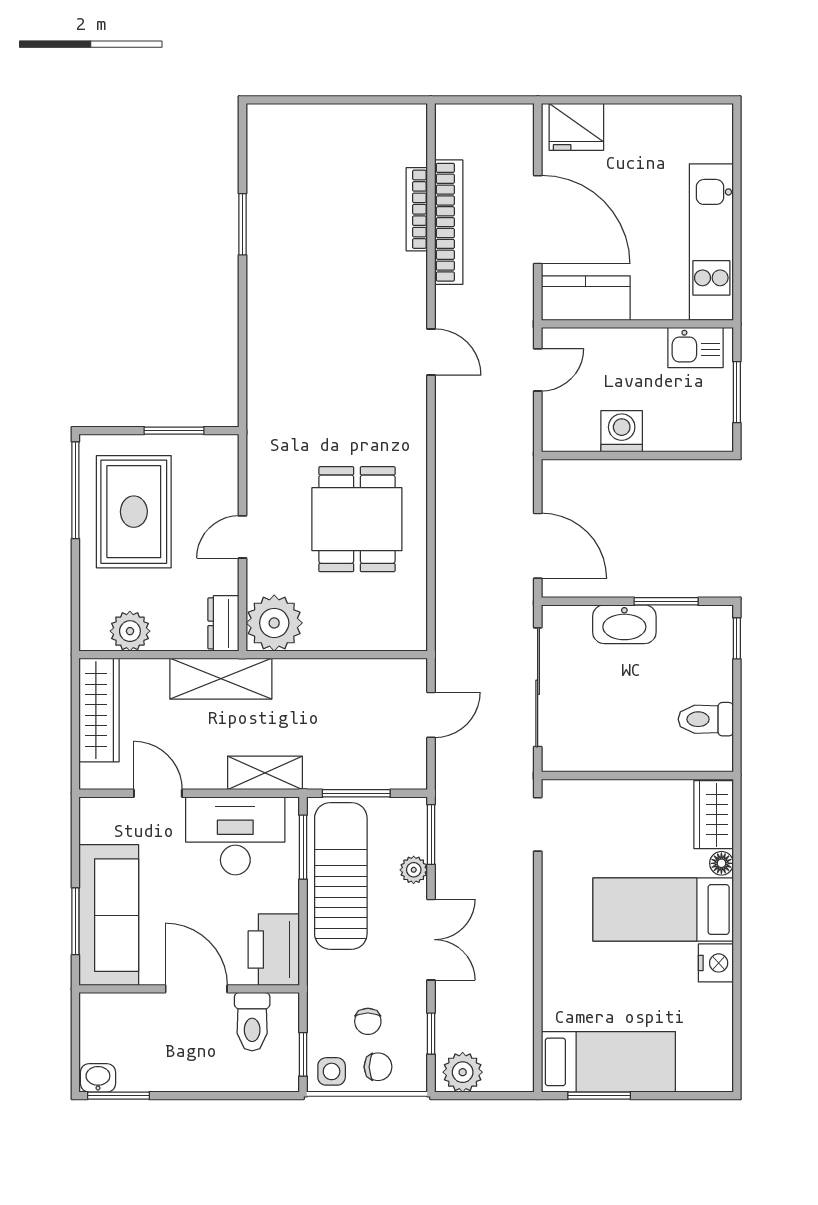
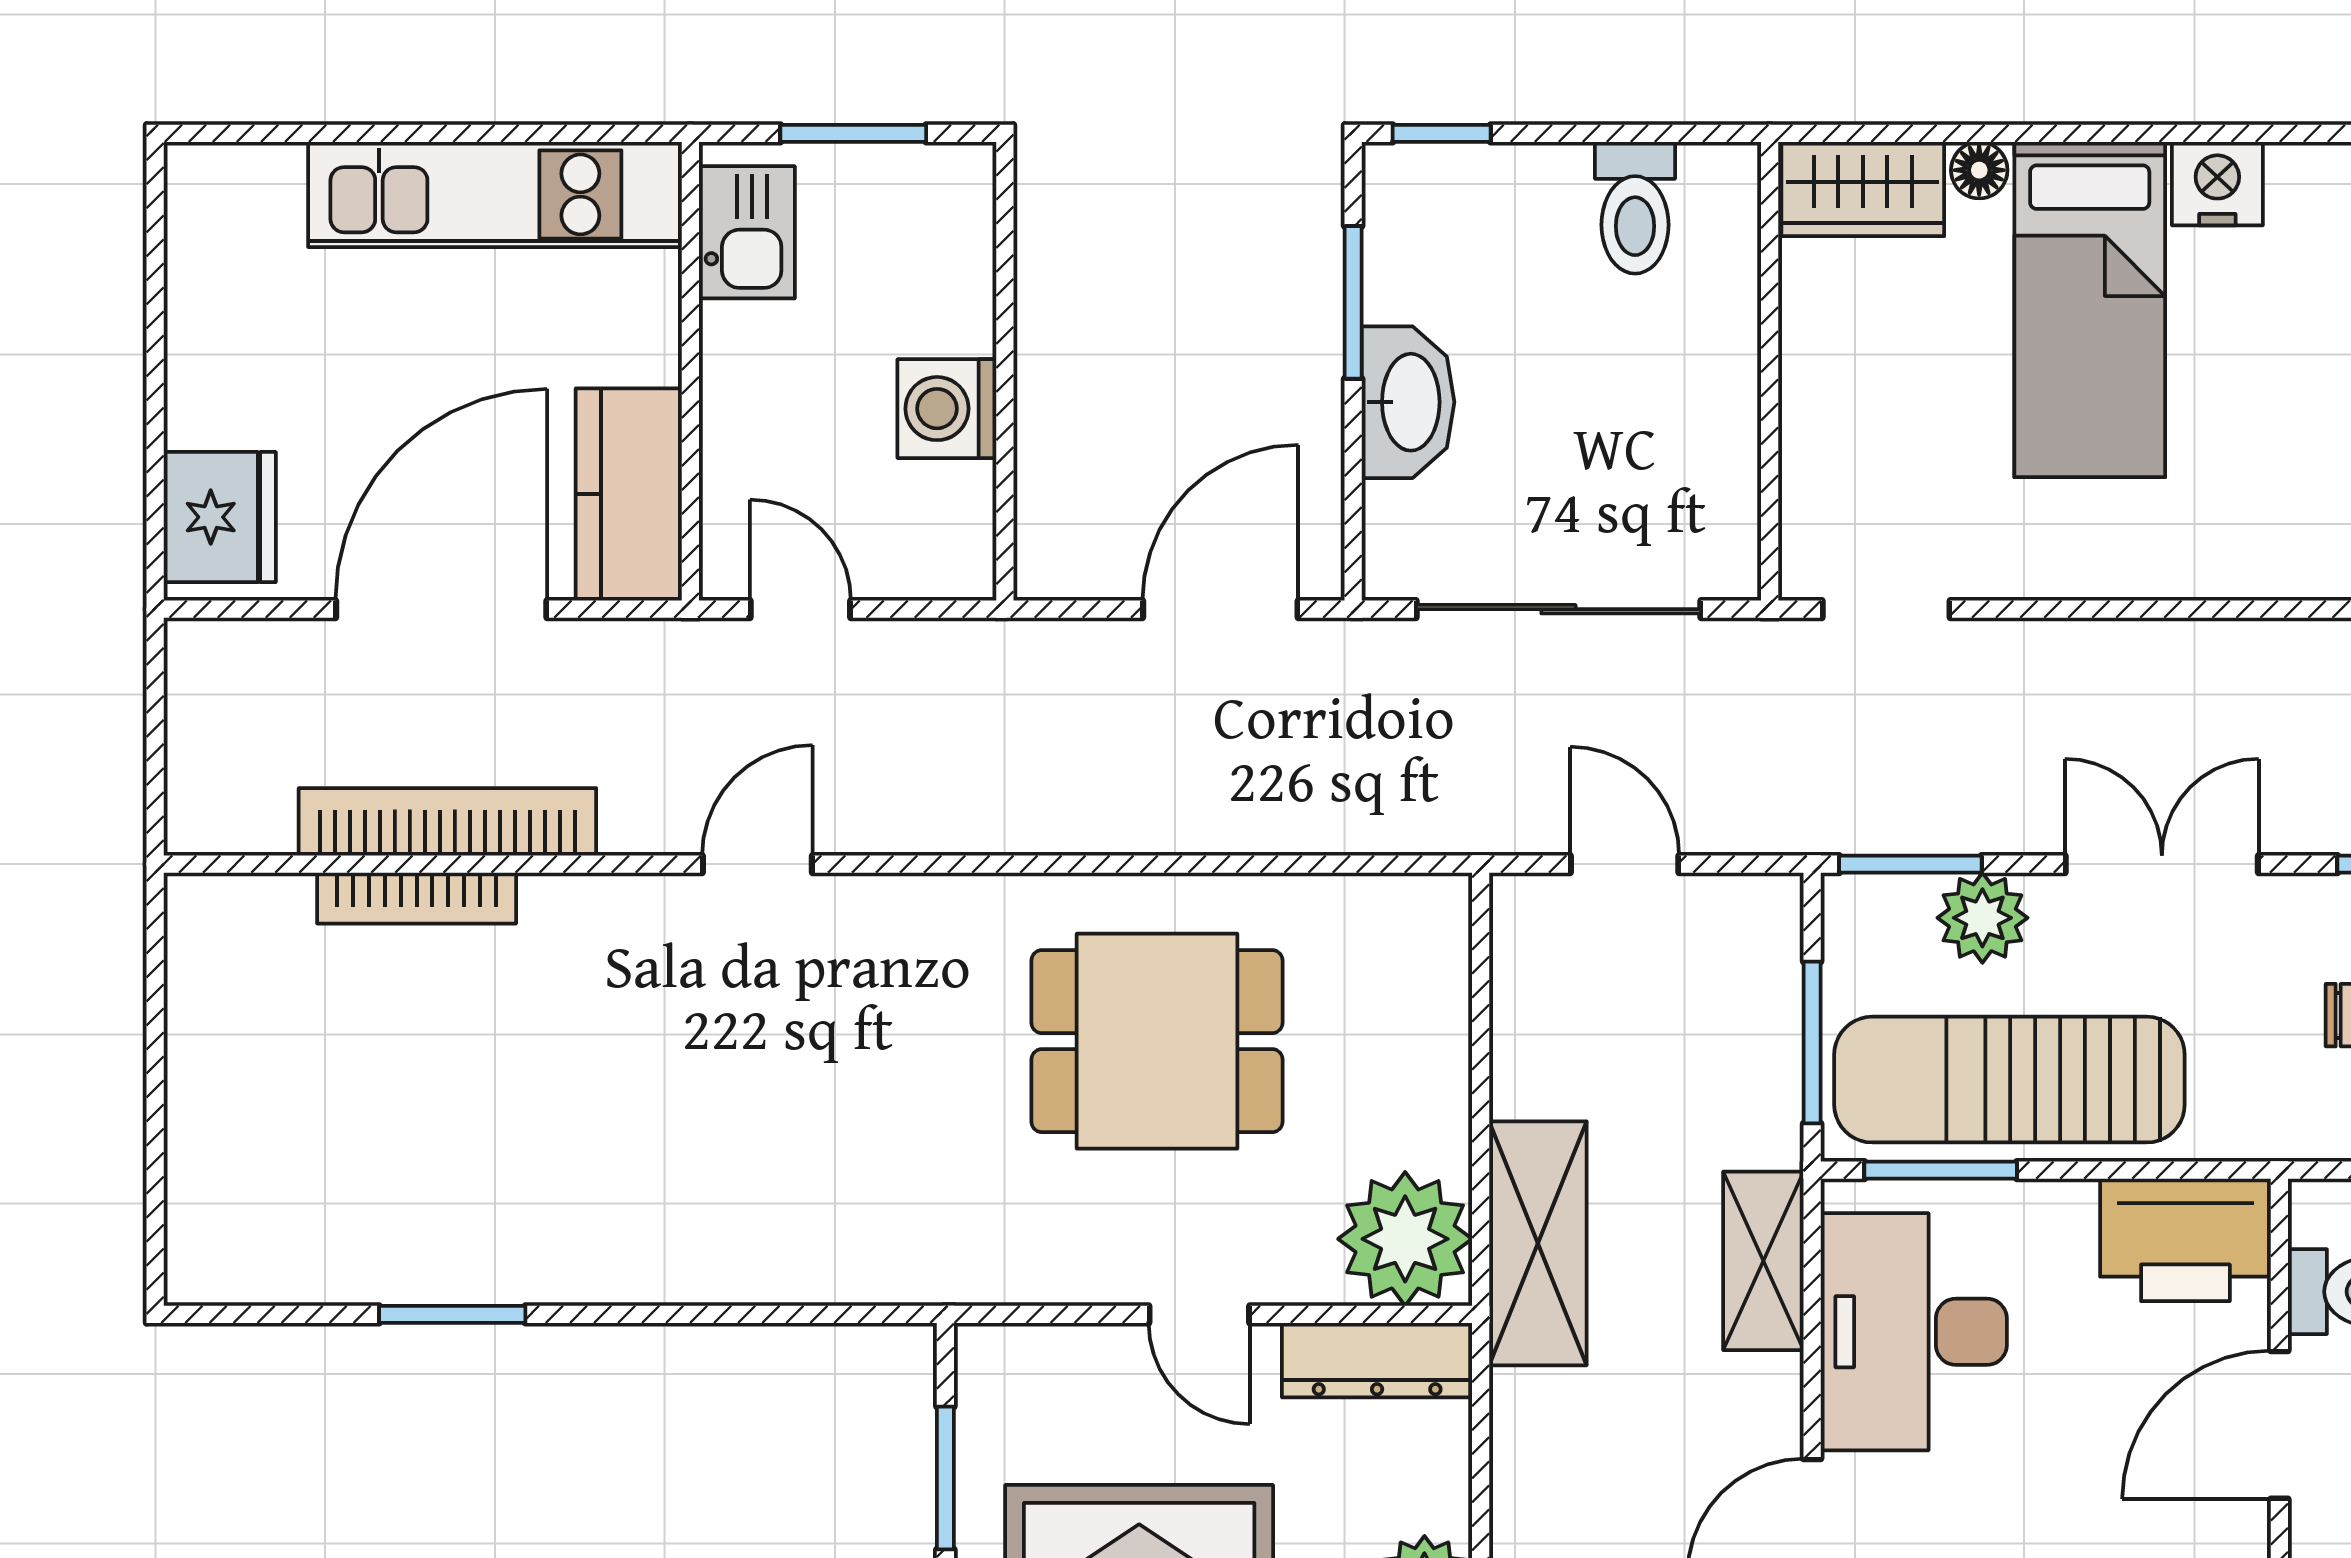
dresser: (223, 623) -> (1377, 1360), width x1.44
shelving: (221, 679) -> (1538, 1243), moved
plant: (414, 870) -> (1982, 918), width x1.38, depth x1.38

